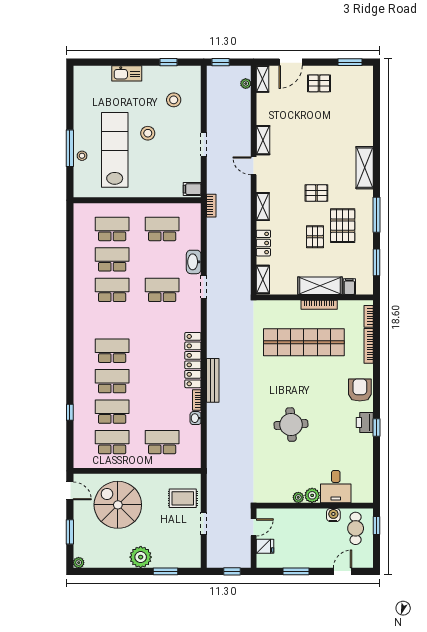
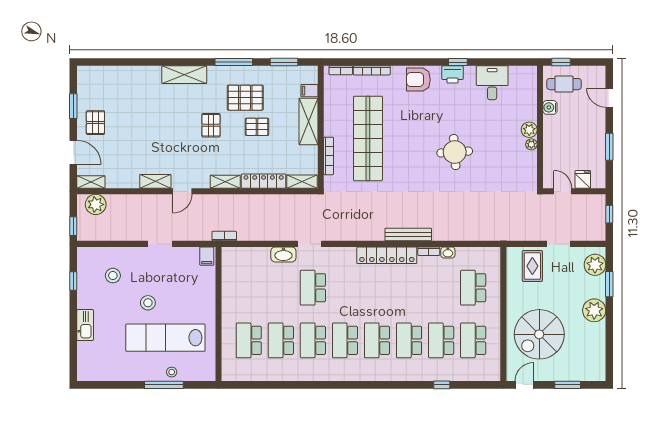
window: (350, 62) -> (73, 106), moved
plant: (246, 84) -> (96, 204), width x1.88, depth x1.88
school desk: (162, 229) -> (345, 340), moved
locker: (263, 243) -> (264, 181), width x1.53
bookcase: (319, 305) -> (329, 156), moved
desk: (336, 487) -> (492, 83), moved, turned -90
plant: (79, 563) -> (595, 265), moved, width x1.88, depth x1.88

